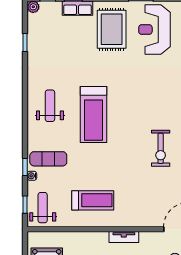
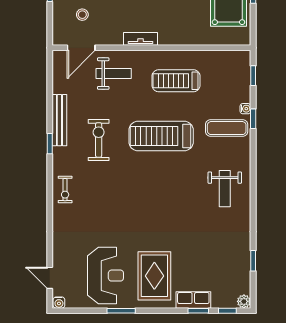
treadmill: (94, 115) -> (161, 136), moved, turned -90
weight bench: (43, 208) -> (114, 74), moved, turned -90

